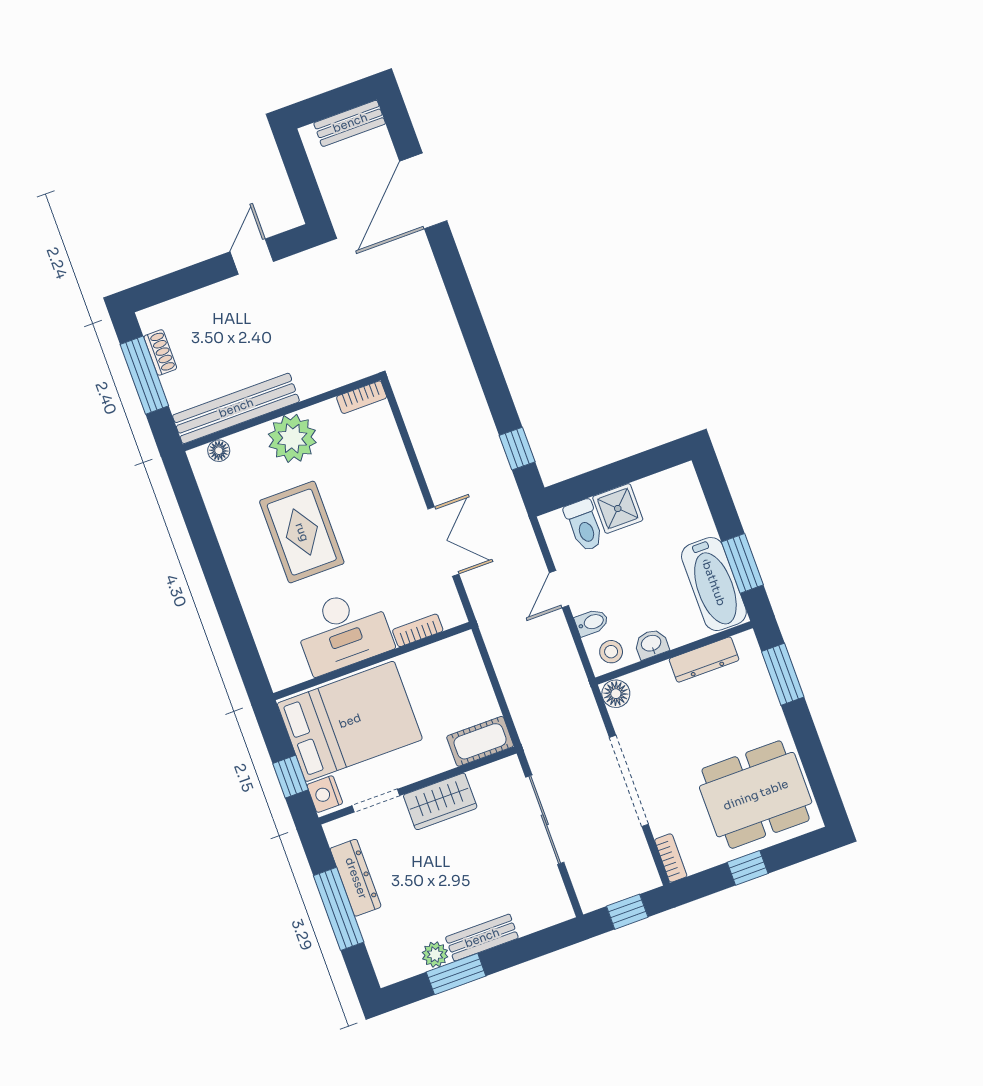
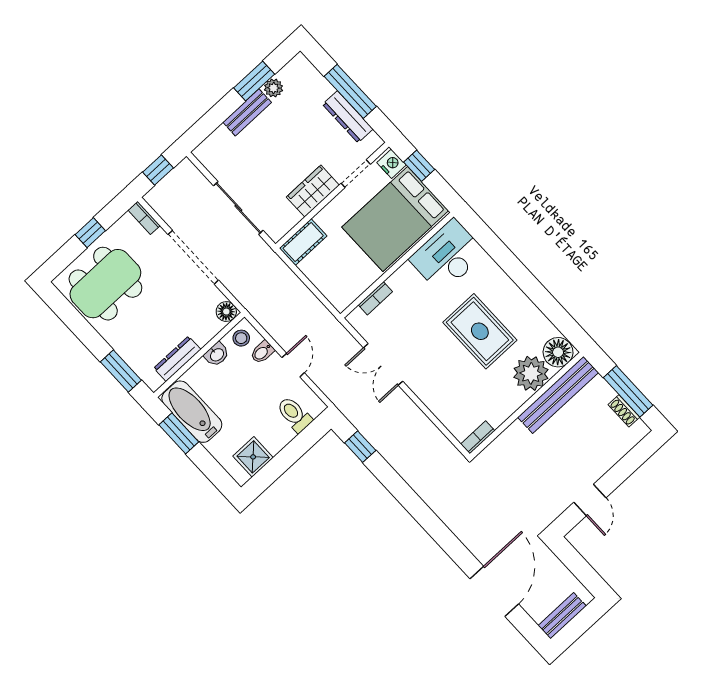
plant: (292, 438) -> (531, 373), moved
floor lamp: (219, 451) -> (558, 352), width x1.89, depth x1.89
shower: (618, 508) -> (253, 457), moved
desk: (343, 631) -> (448, 256), moved

